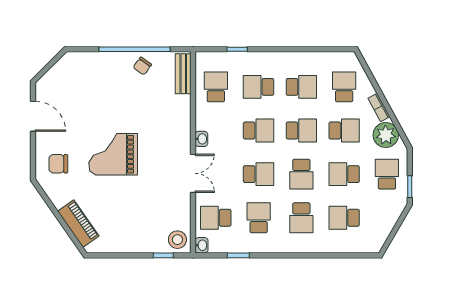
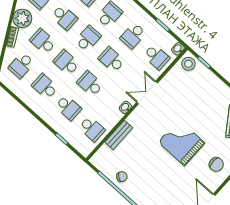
bench: (183, 74) -> (119, 135), moved
school desk: (216, 87) -> (92, 129), turned -90
grand piano: (113, 154) -> (182, 143), turned 180

